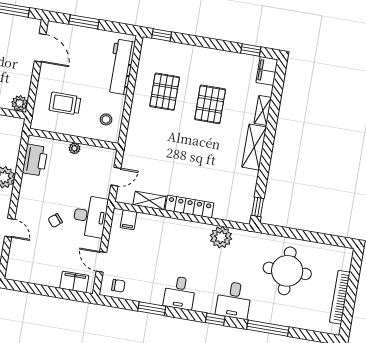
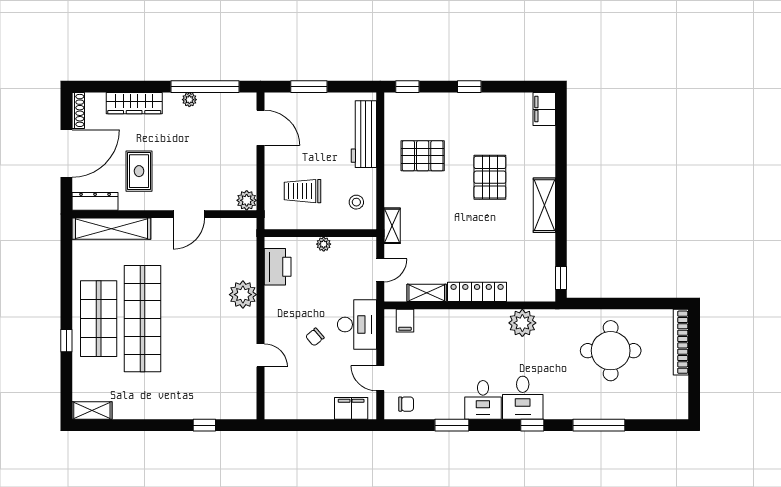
window: (251, 50) -> (469, 87), moved
pallet: (165, 92) -> (423, 156), turned 90
pallet: (210, 104) -> (490, 177), moved
shelving: (263, 110) -> (392, 226), moved
bookcase: (340, 297) -> (681, 342), moved
desk: (234, 300) -> (523, 398), moved

